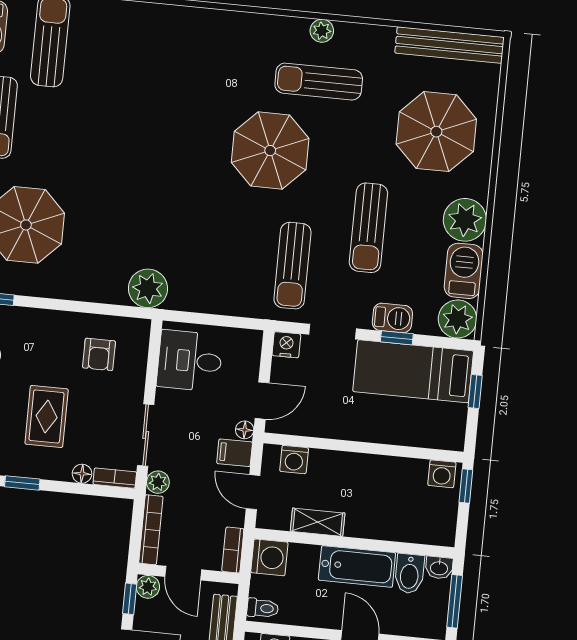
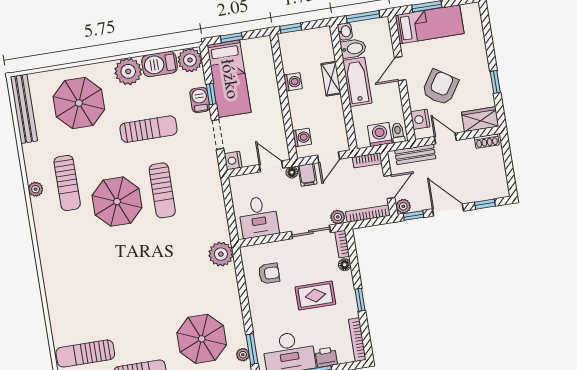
sun lounger: (292, 266) -> (162, 190), moved, turned 90
washing machine: (442, 474) -> (293, 82), moved
shelving: (318, 522) -> (331, 79), moved
washing machine: (269, 557) -> (380, 135), moved

